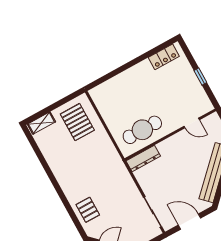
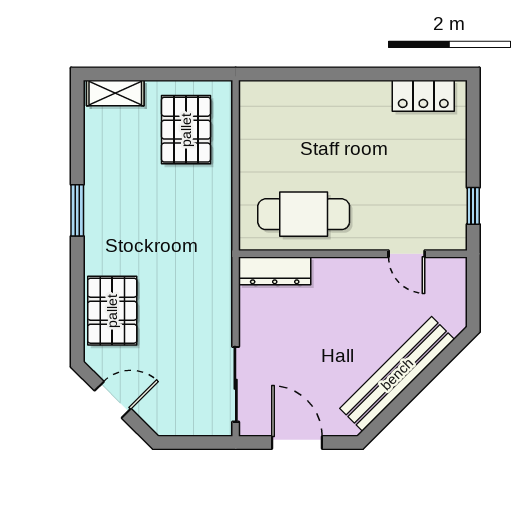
window: (200, 76) -> (473, 206), moved
window: (52, 178) -> (77, 210), added
pallet: (88, 210) -> (112, 311), width x1.50, depth x1.42

